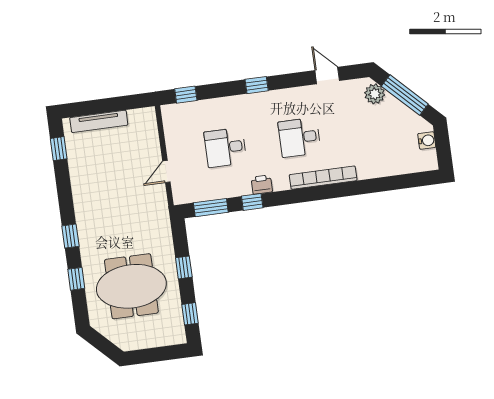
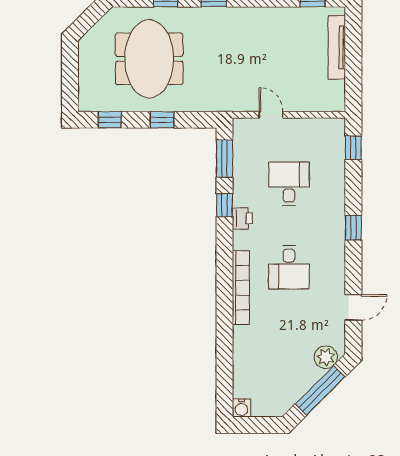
desk: (299, 137) -> (289, 267), turned 180
water cooler: (427, 140) -> (241, 408), moved

